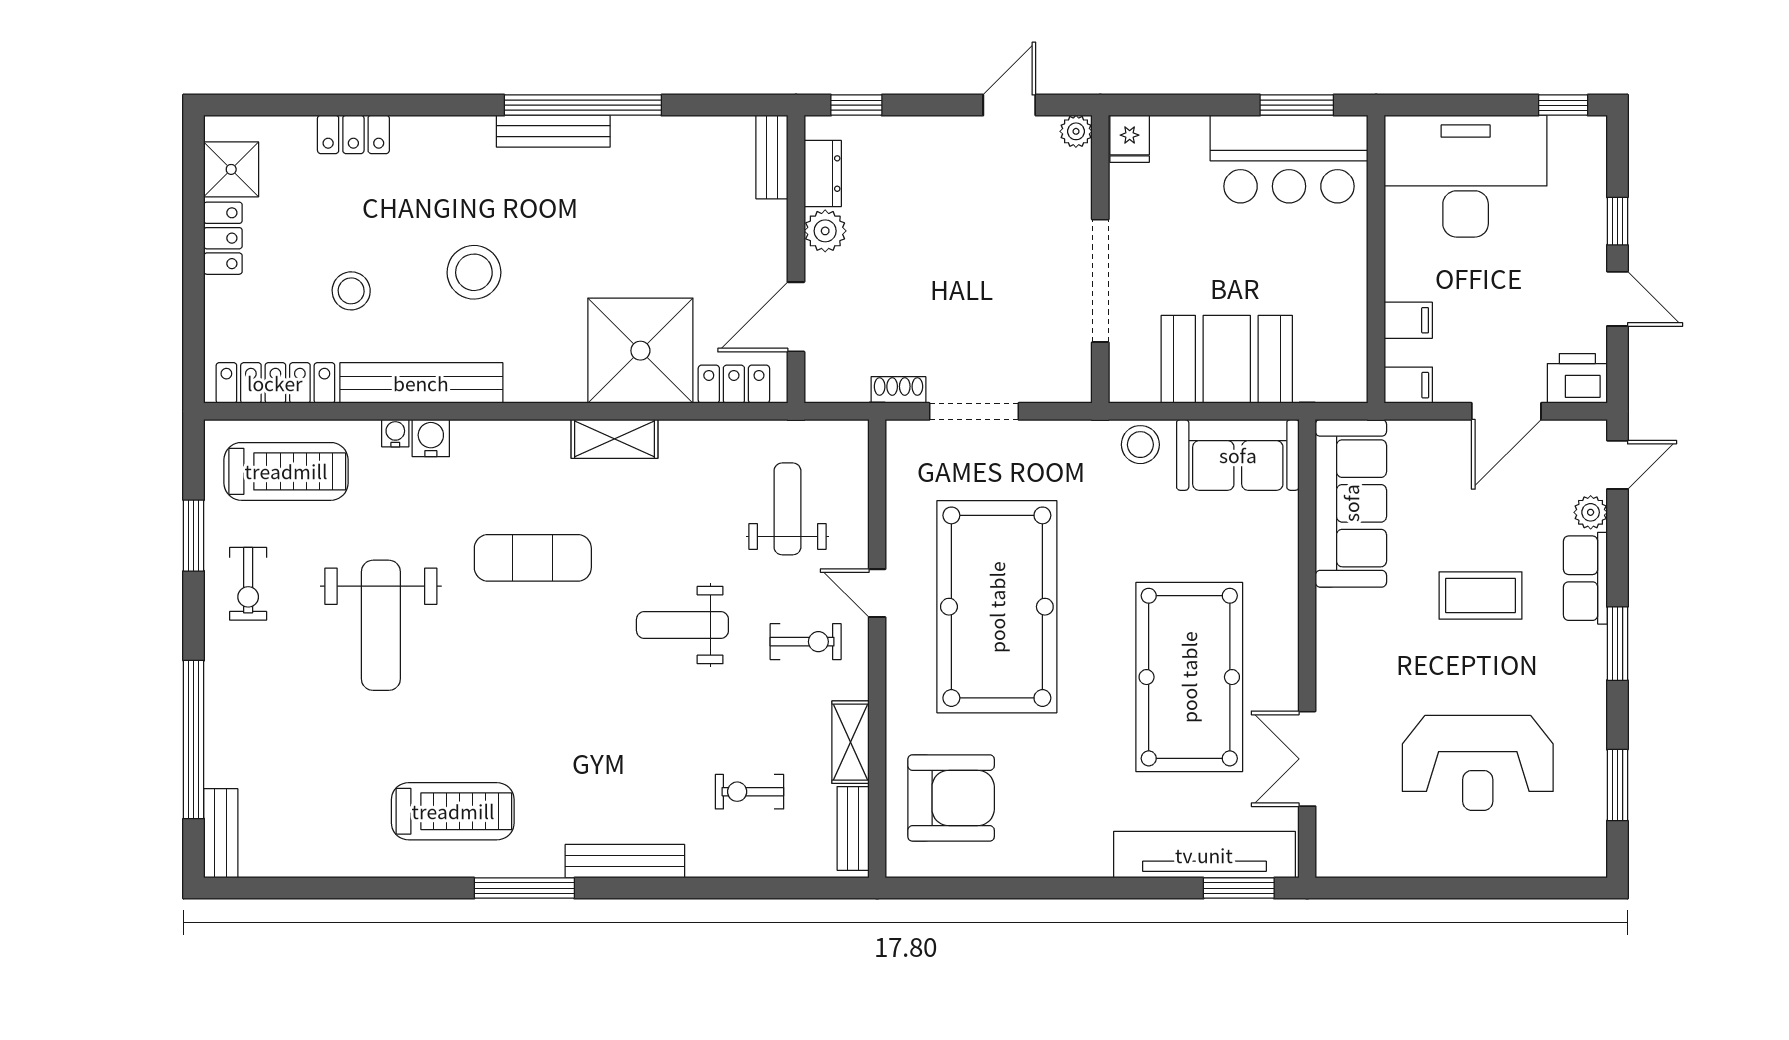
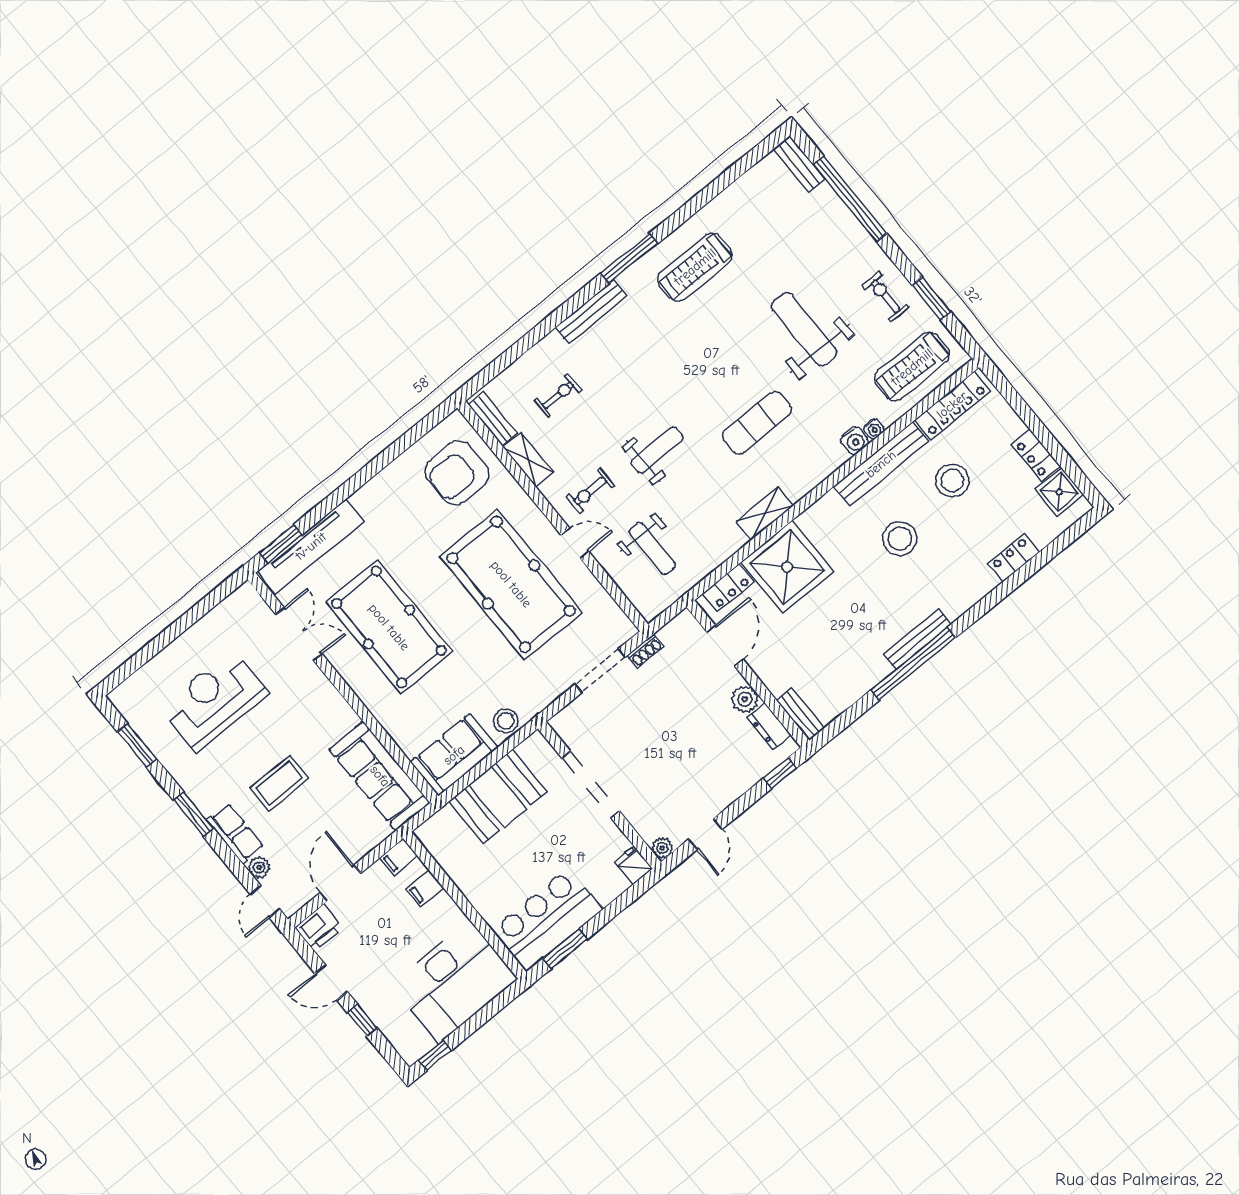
stool: (351, 291) -> (952, 481), width x1.38, depth x1.38

